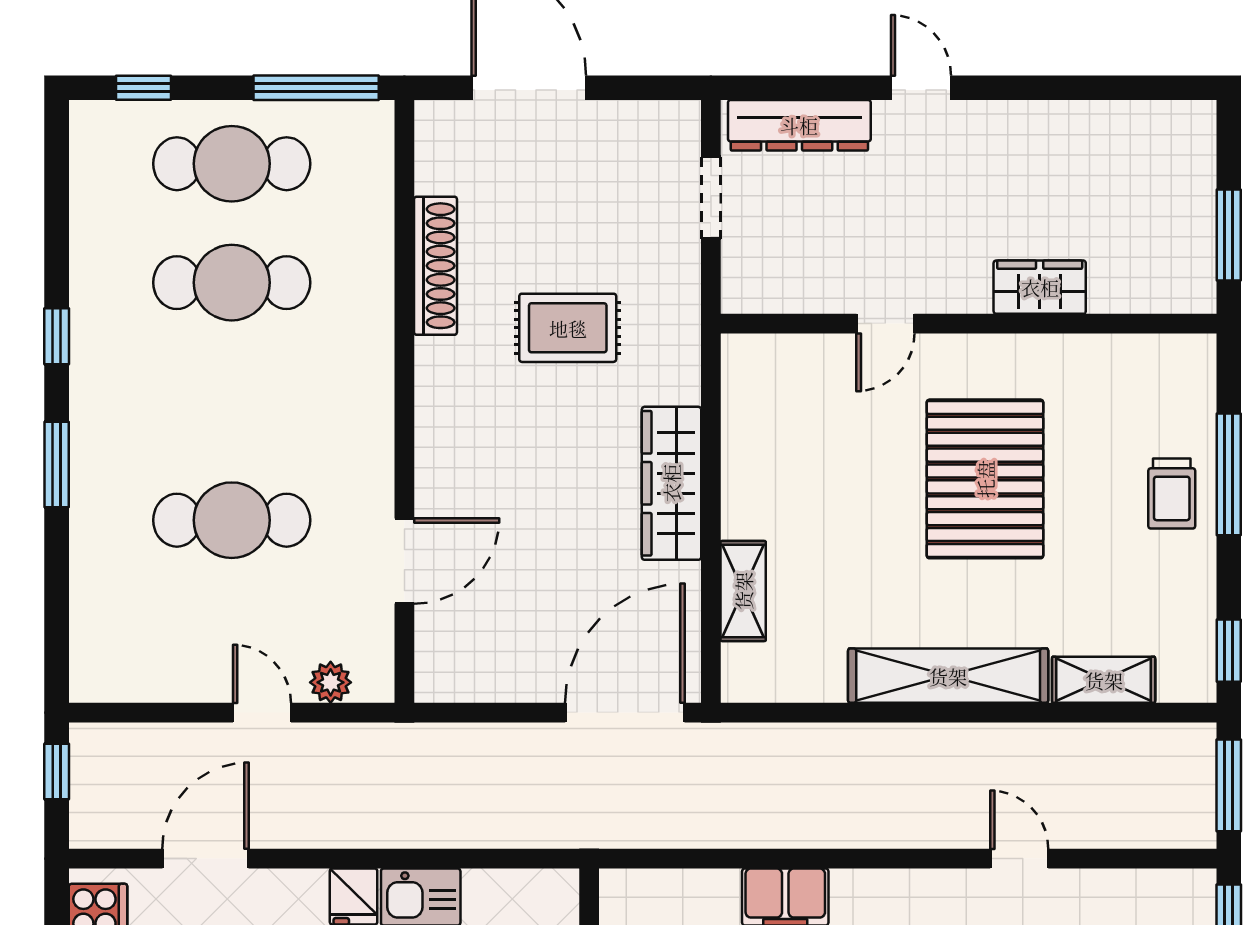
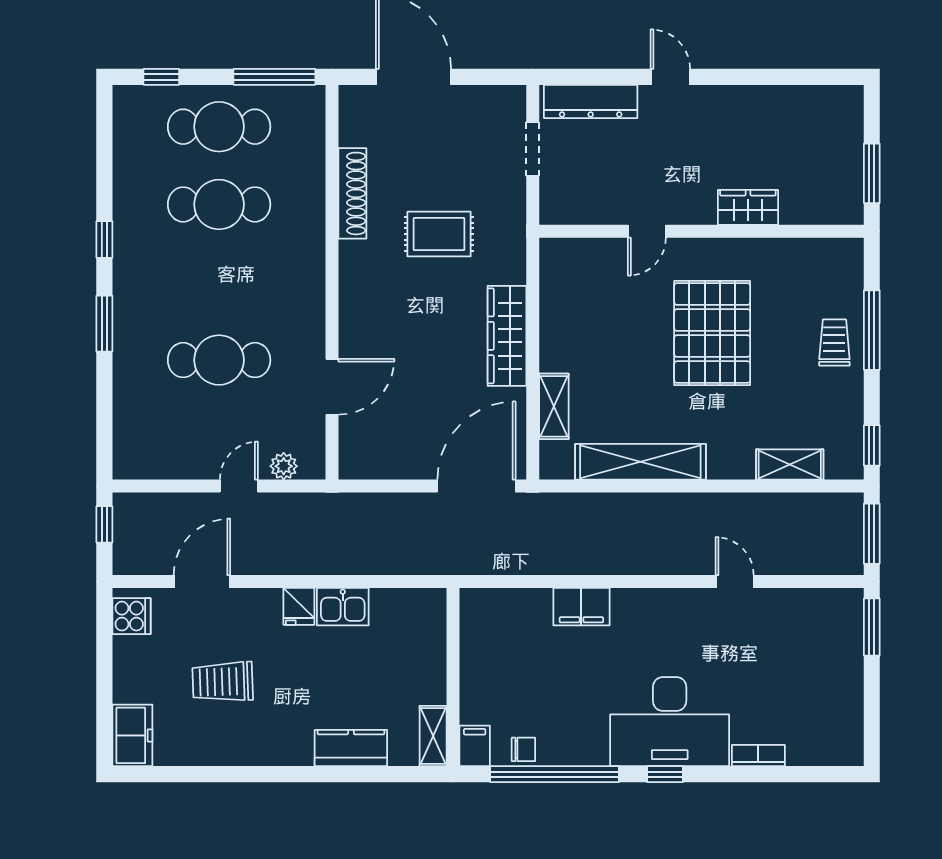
trolley: (1172, 493) -> (834, 343), turned 180
shelving: (948, 676) -> (640, 462), moved
door: (262, 713) -> (239, 486), hinge flipped

